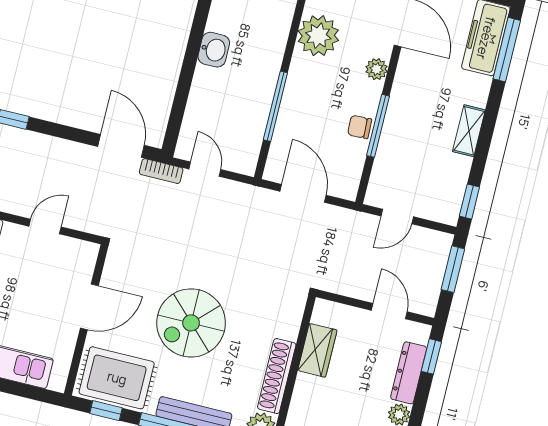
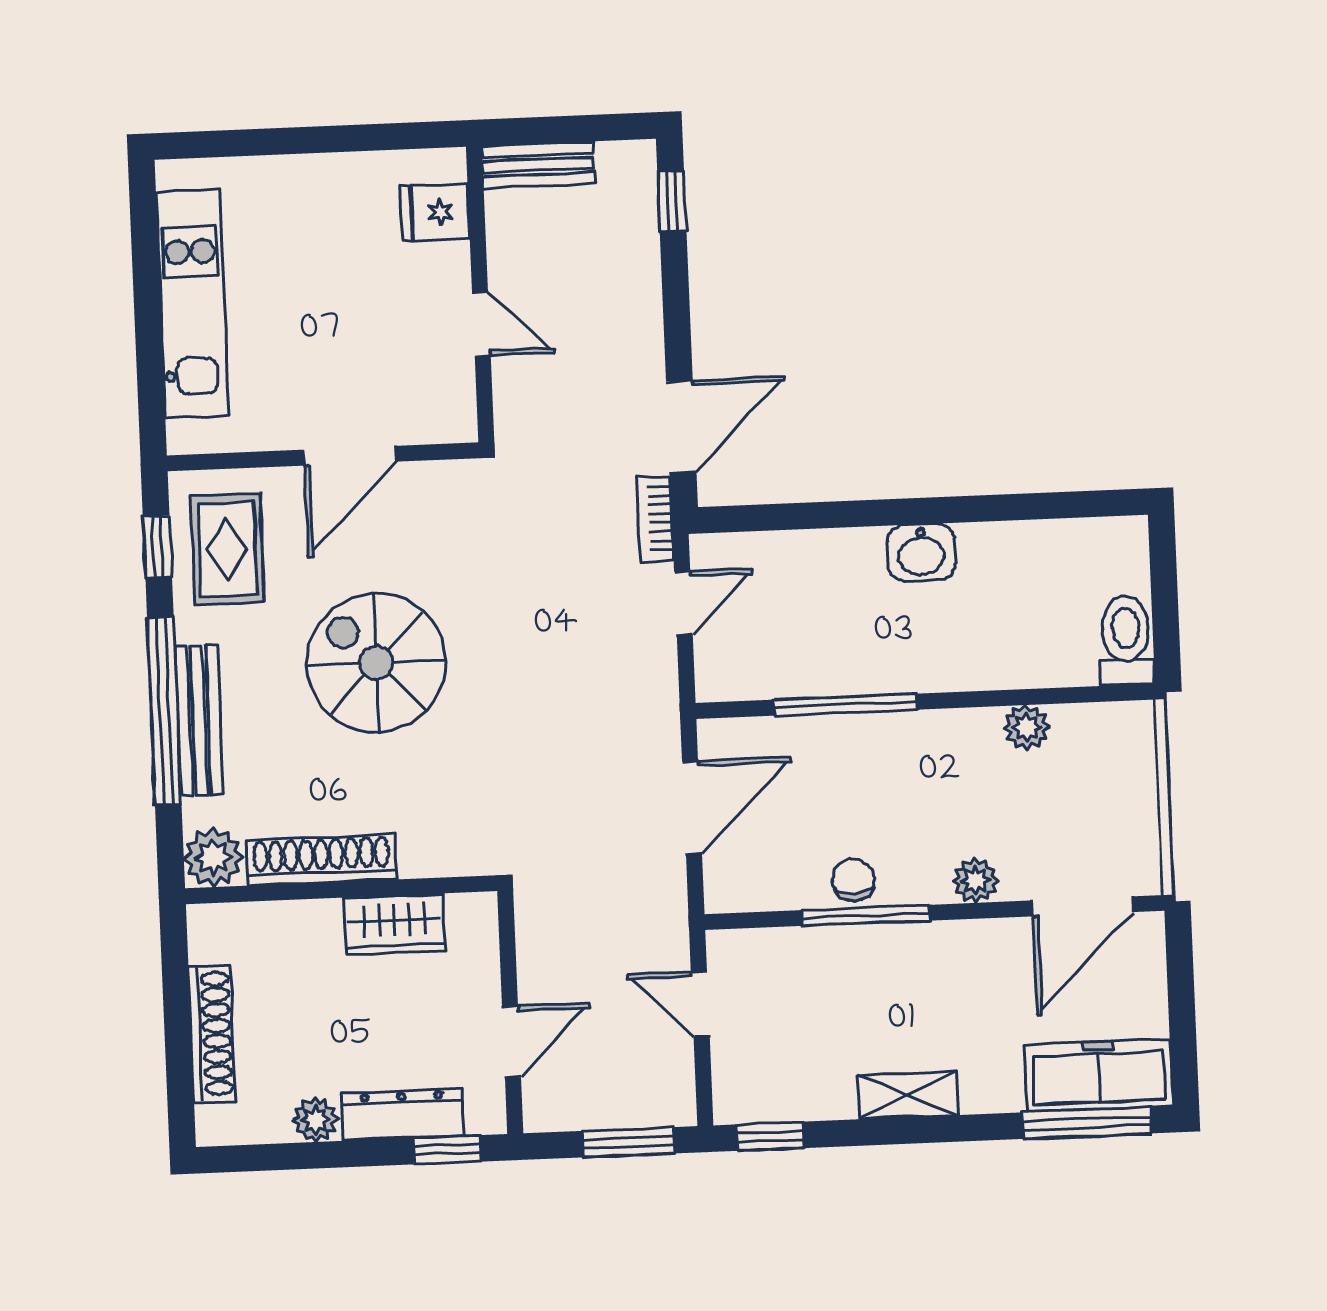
plant: (318, 36) -> (1026, 728), width x0.53, depth x0.53
door: (89, 307) -> (350, 456), hinge flipped
rug: (117, 378) -> (227, 549), width x0.73, depth x0.70

